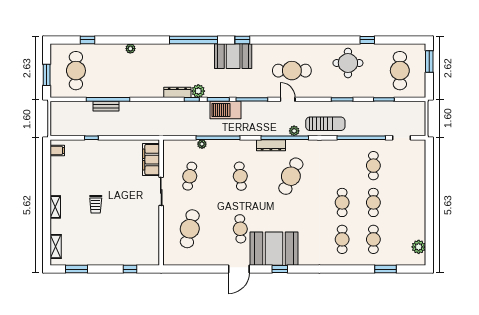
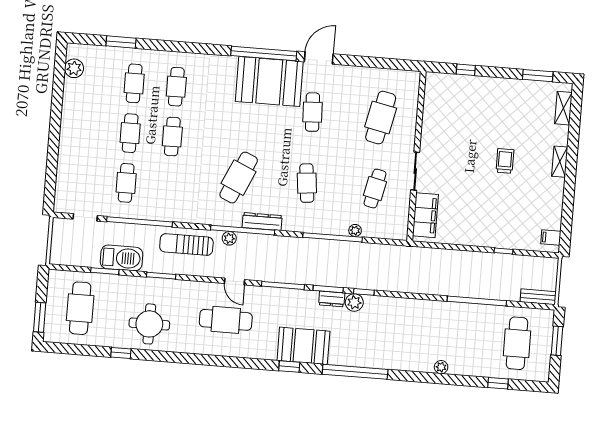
dresser: (177, 92) -> (332, 299), moved, width x0.70
bench: (106, 106) -> (538, 297), moved
barbecue: (226, 110) -> (122, 258), moved
window: (280, 269) -> (264, 54), width x3.17

